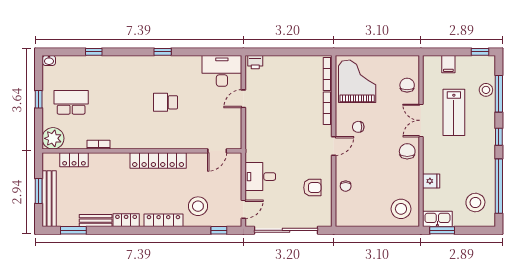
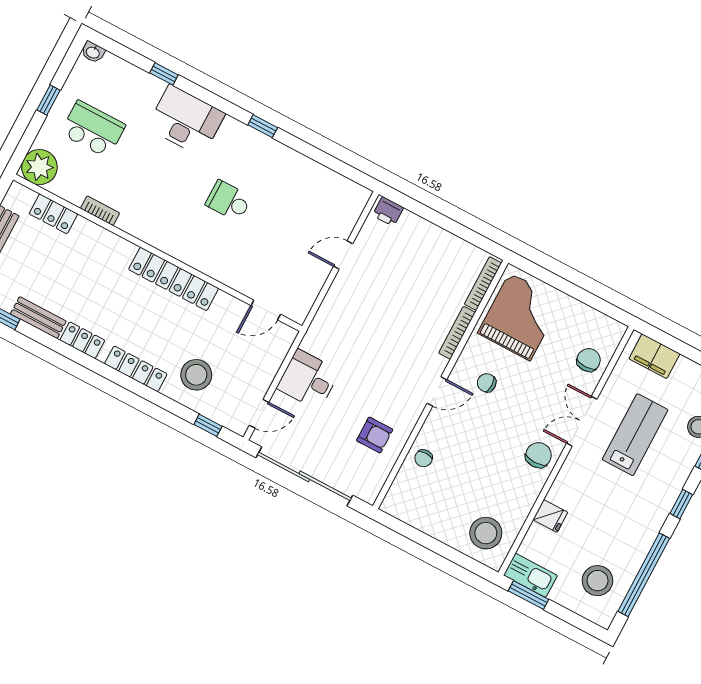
filing cabinet: (448, 64) -> (654, 356), width x2.00
desk: (222, 71) -> (186, 121), moved
lab bench: (454, 112) -> (635, 435), turned 180

